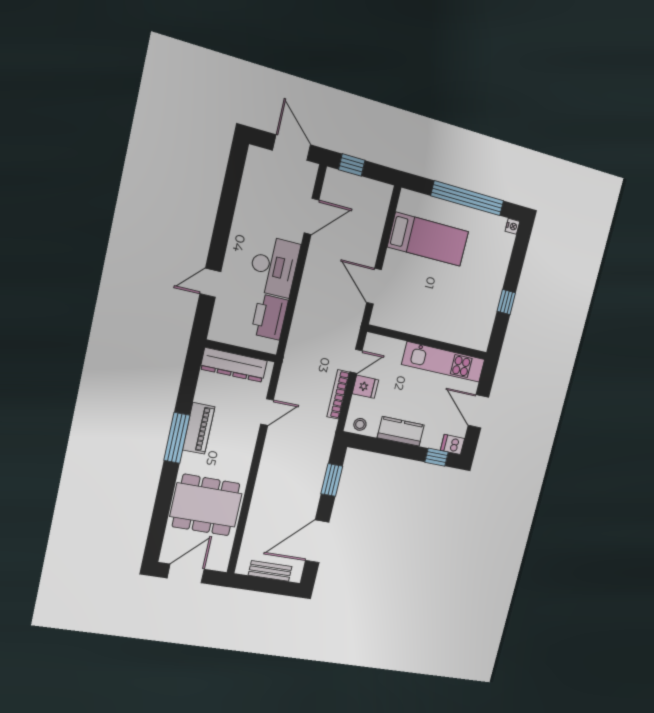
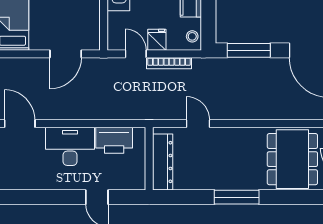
piano: (199, 428) -> (225, 180), removed
window: (332, 480) -> (249, 50), width x1.44

